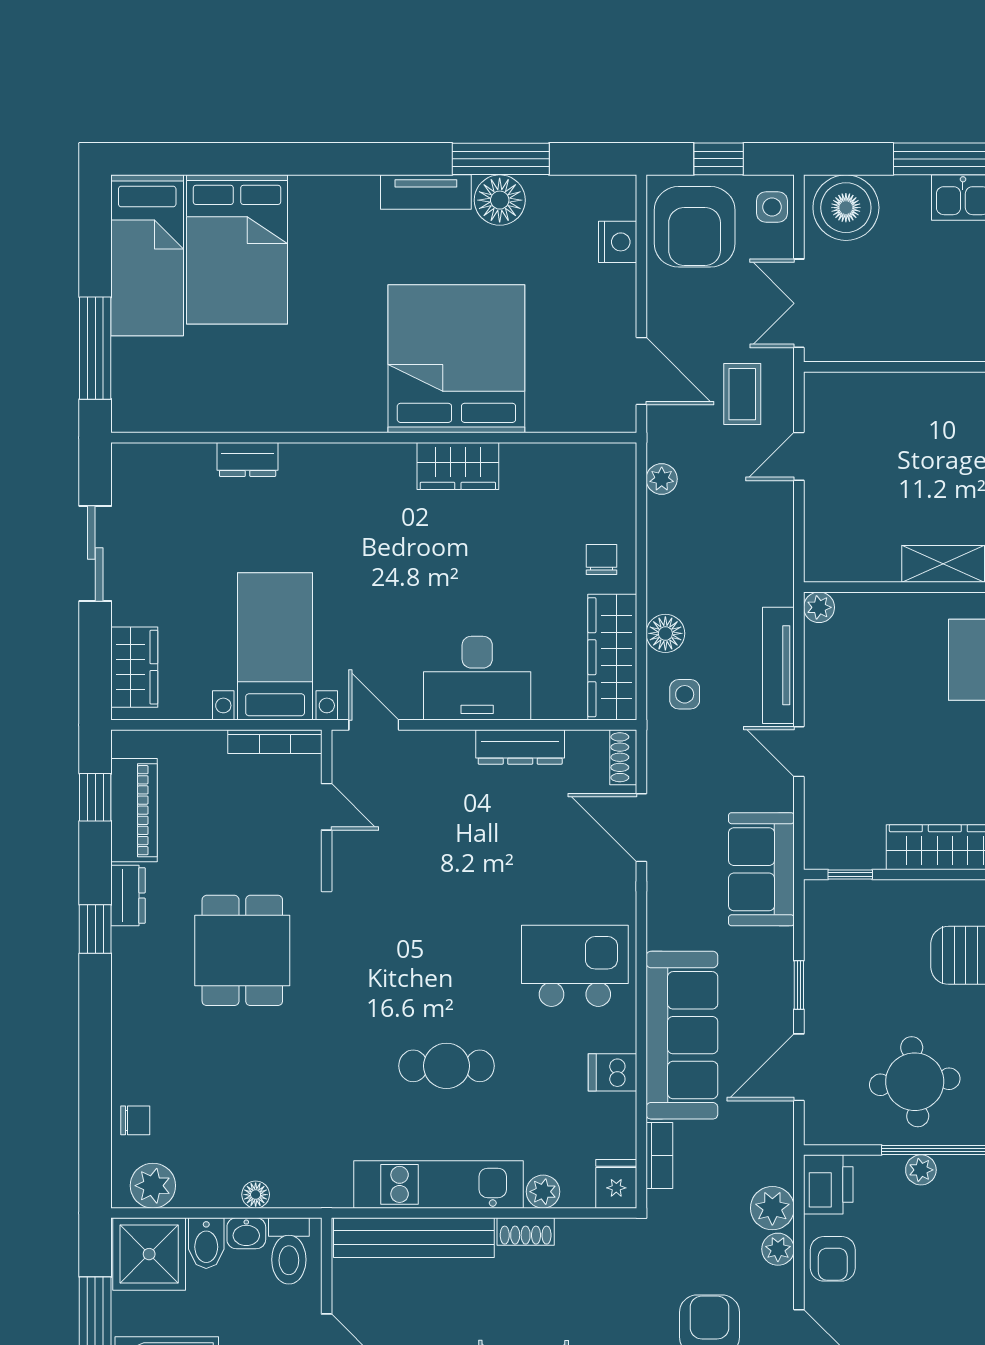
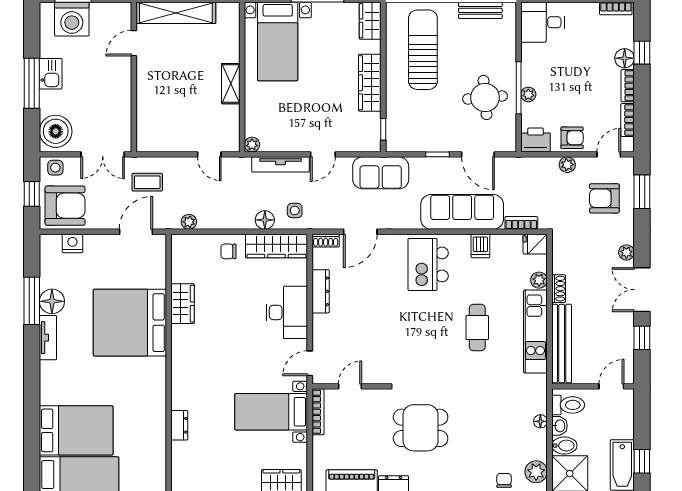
door: (799, 456) -> (209, 154), moved
wardrobe: (458, 466) -> (183, 304), moved
plant: (772, 1208) -> (547, 167), removed

